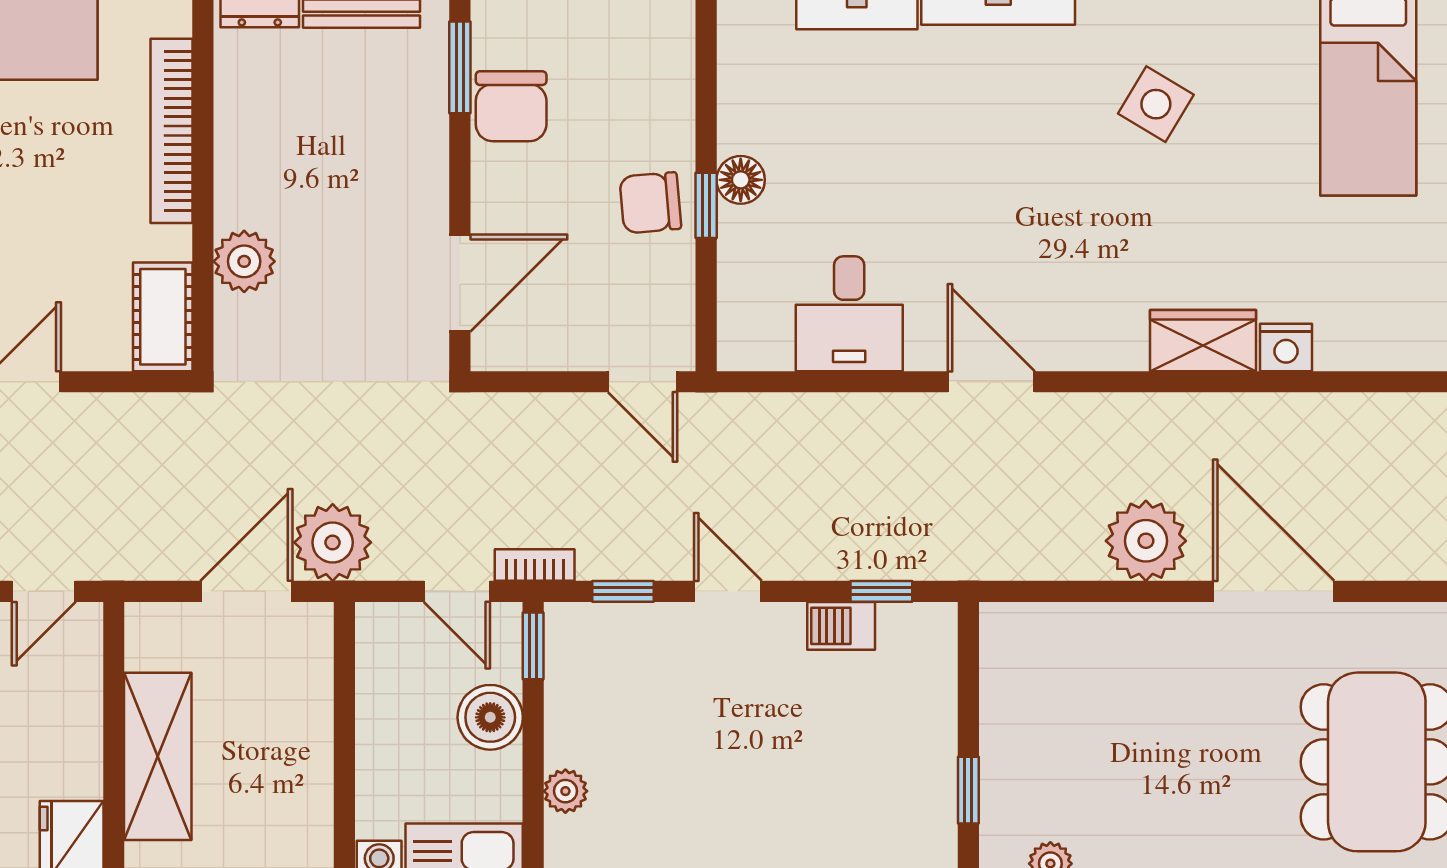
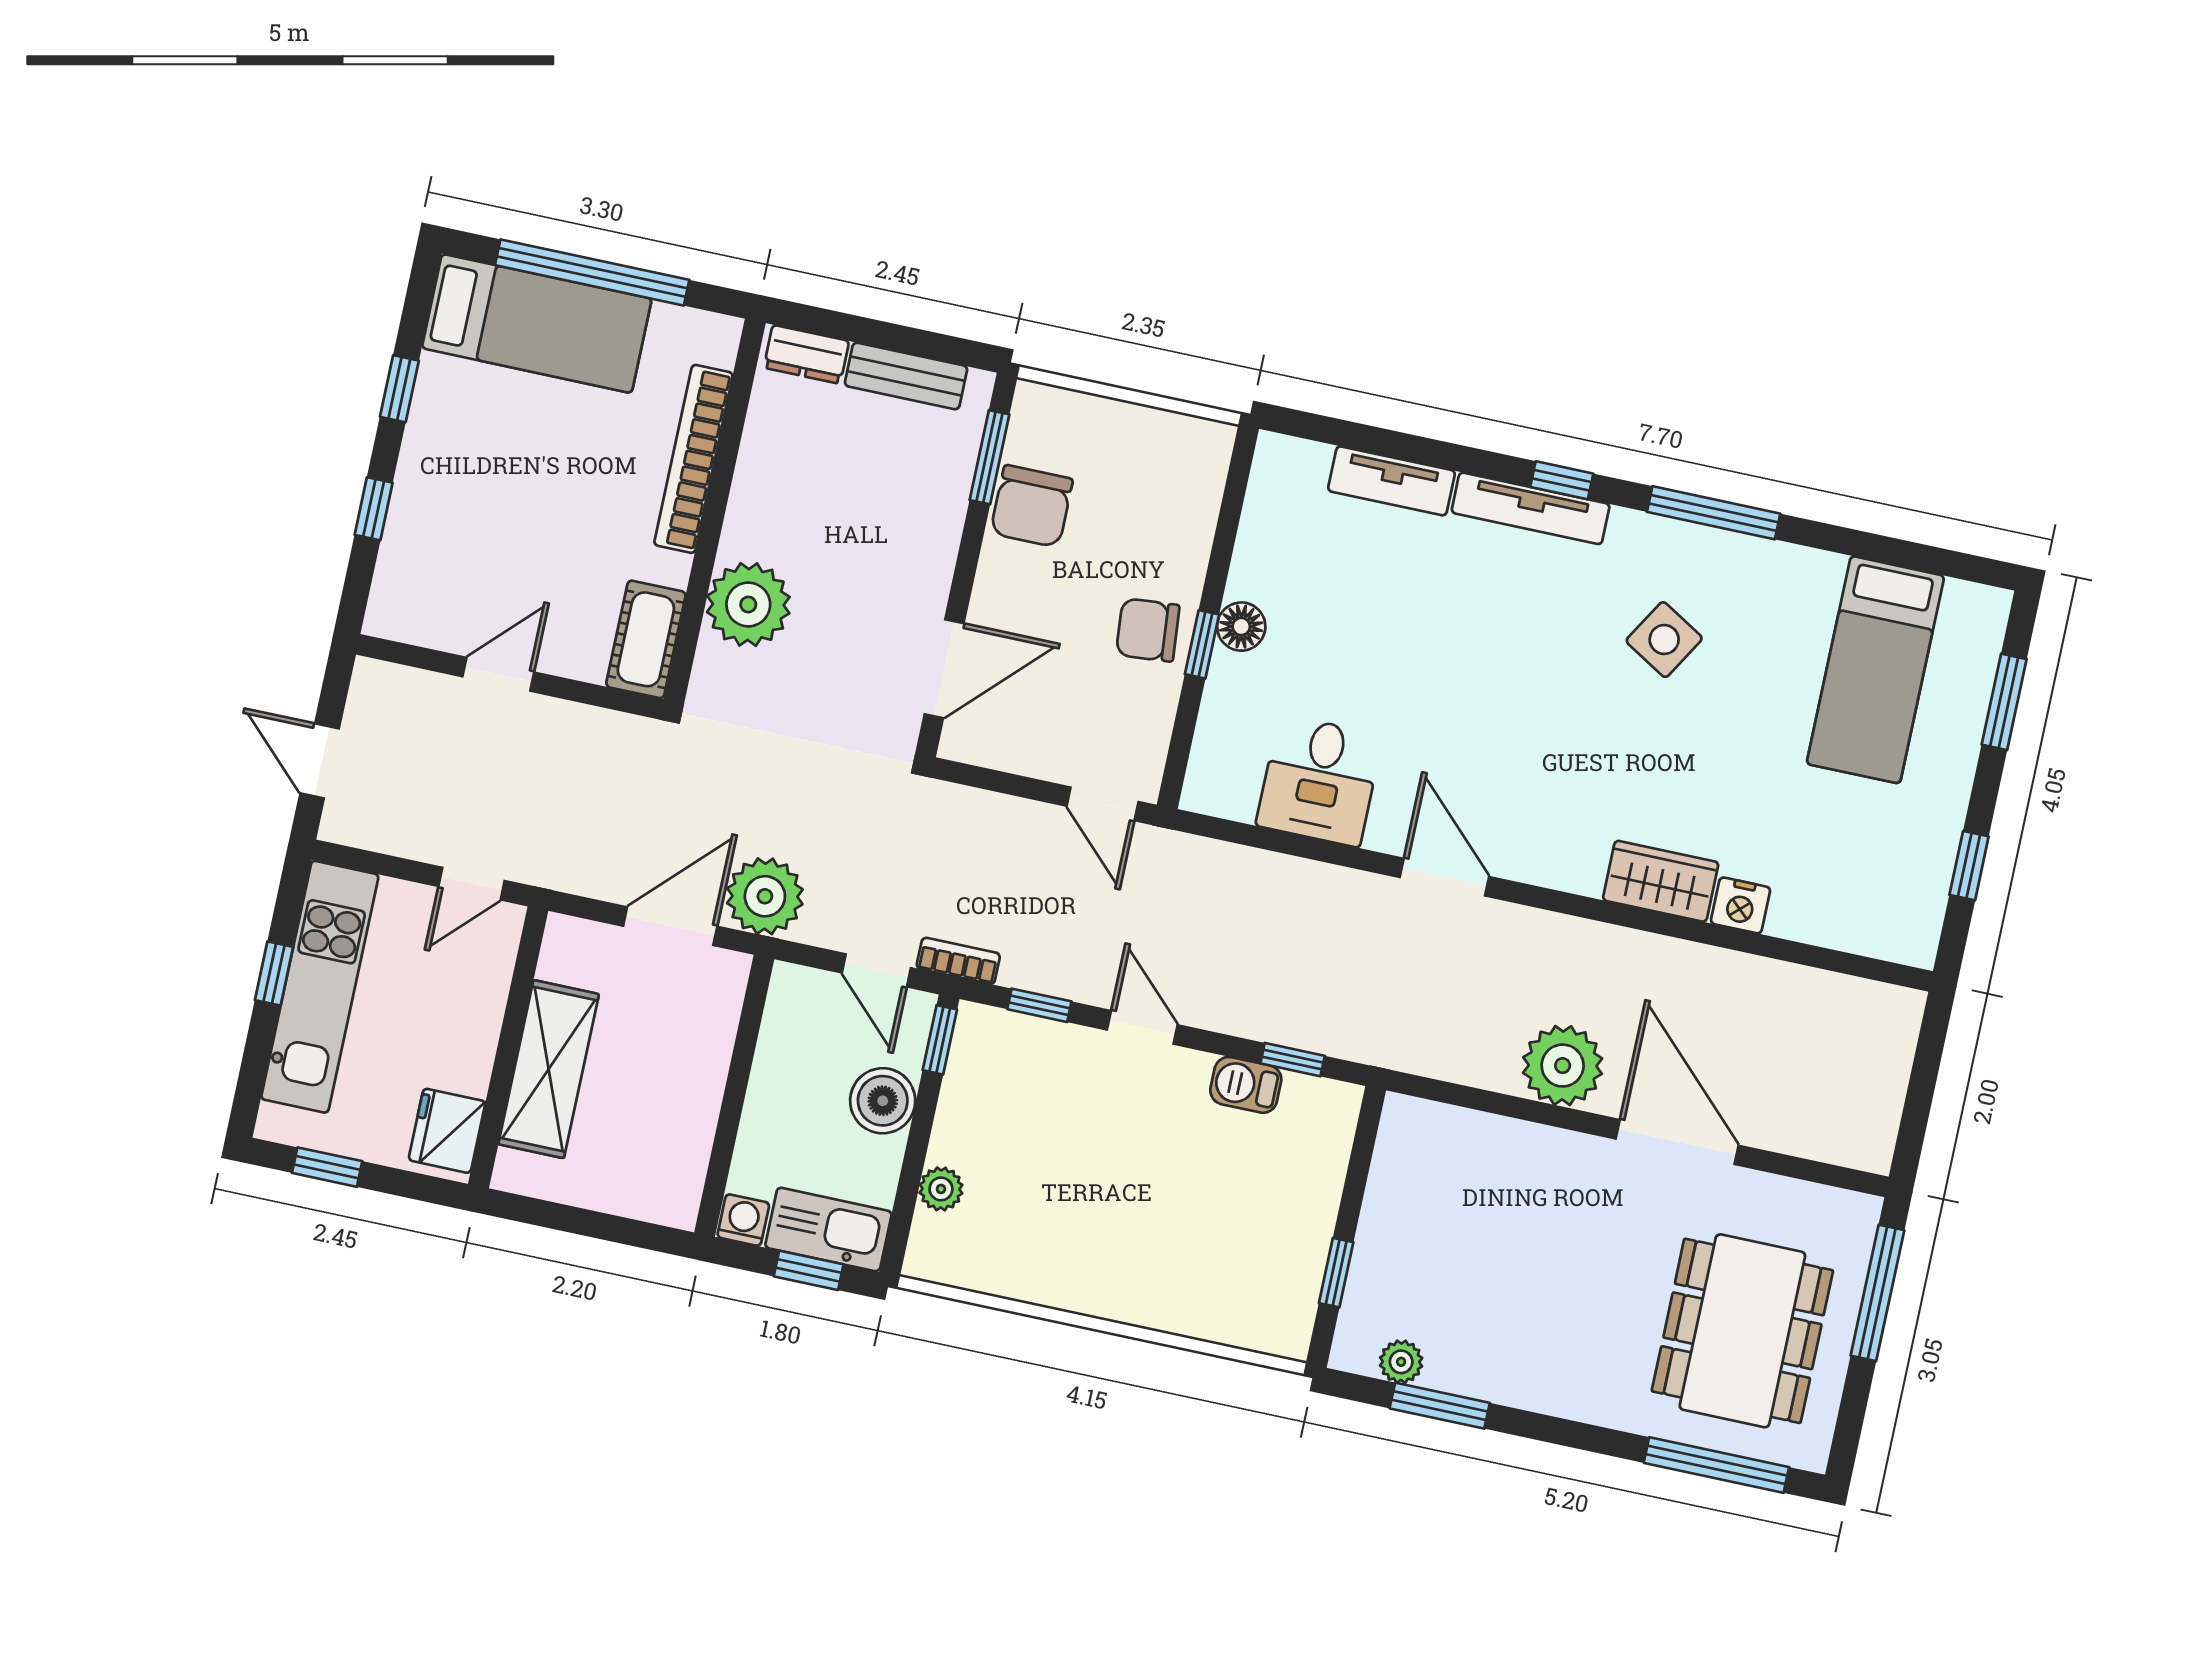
plant: (244, 261) -> (748, 604), width x1.36, depth x1.36

